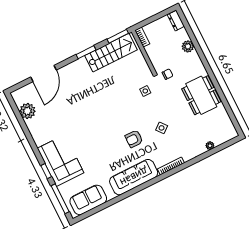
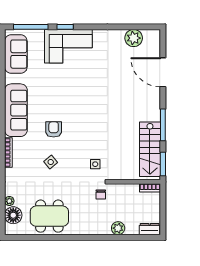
window: (86, 52) -> (163, 125), width x1.44
dining table: (201, 95) -> (49, 216), moved
floor lamp: (220, 137) -> (13, 215), added

